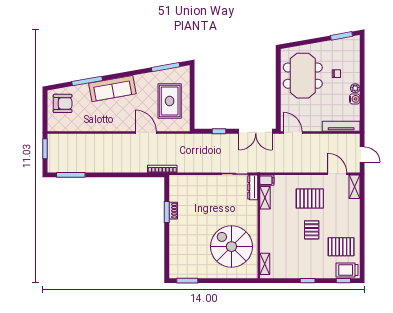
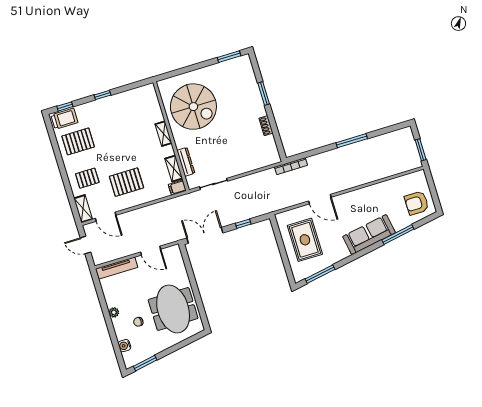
water cooler: (355, 99) -> (124, 346), moved
door: (293, 132) -> (151, 251), moved
window: (71, 175) -> (352, 141), moved
dresser: (253, 187) -> (186, 162), moved
window: (167, 212) -> (264, 94), moved
pallet: (312, 230) -> (87, 178), moved, turned 90
shelving: (265, 264) -> (163, 134), moved

